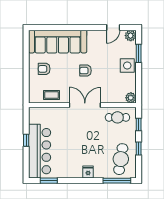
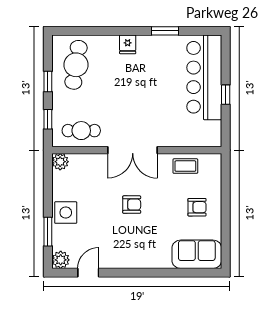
sofa: (58, 42) -> (197, 254), width x0.54, depth x0.79
window: (49, 181) -> (165, 31), moved
window: (117, 181) -> (82, 31), removed

